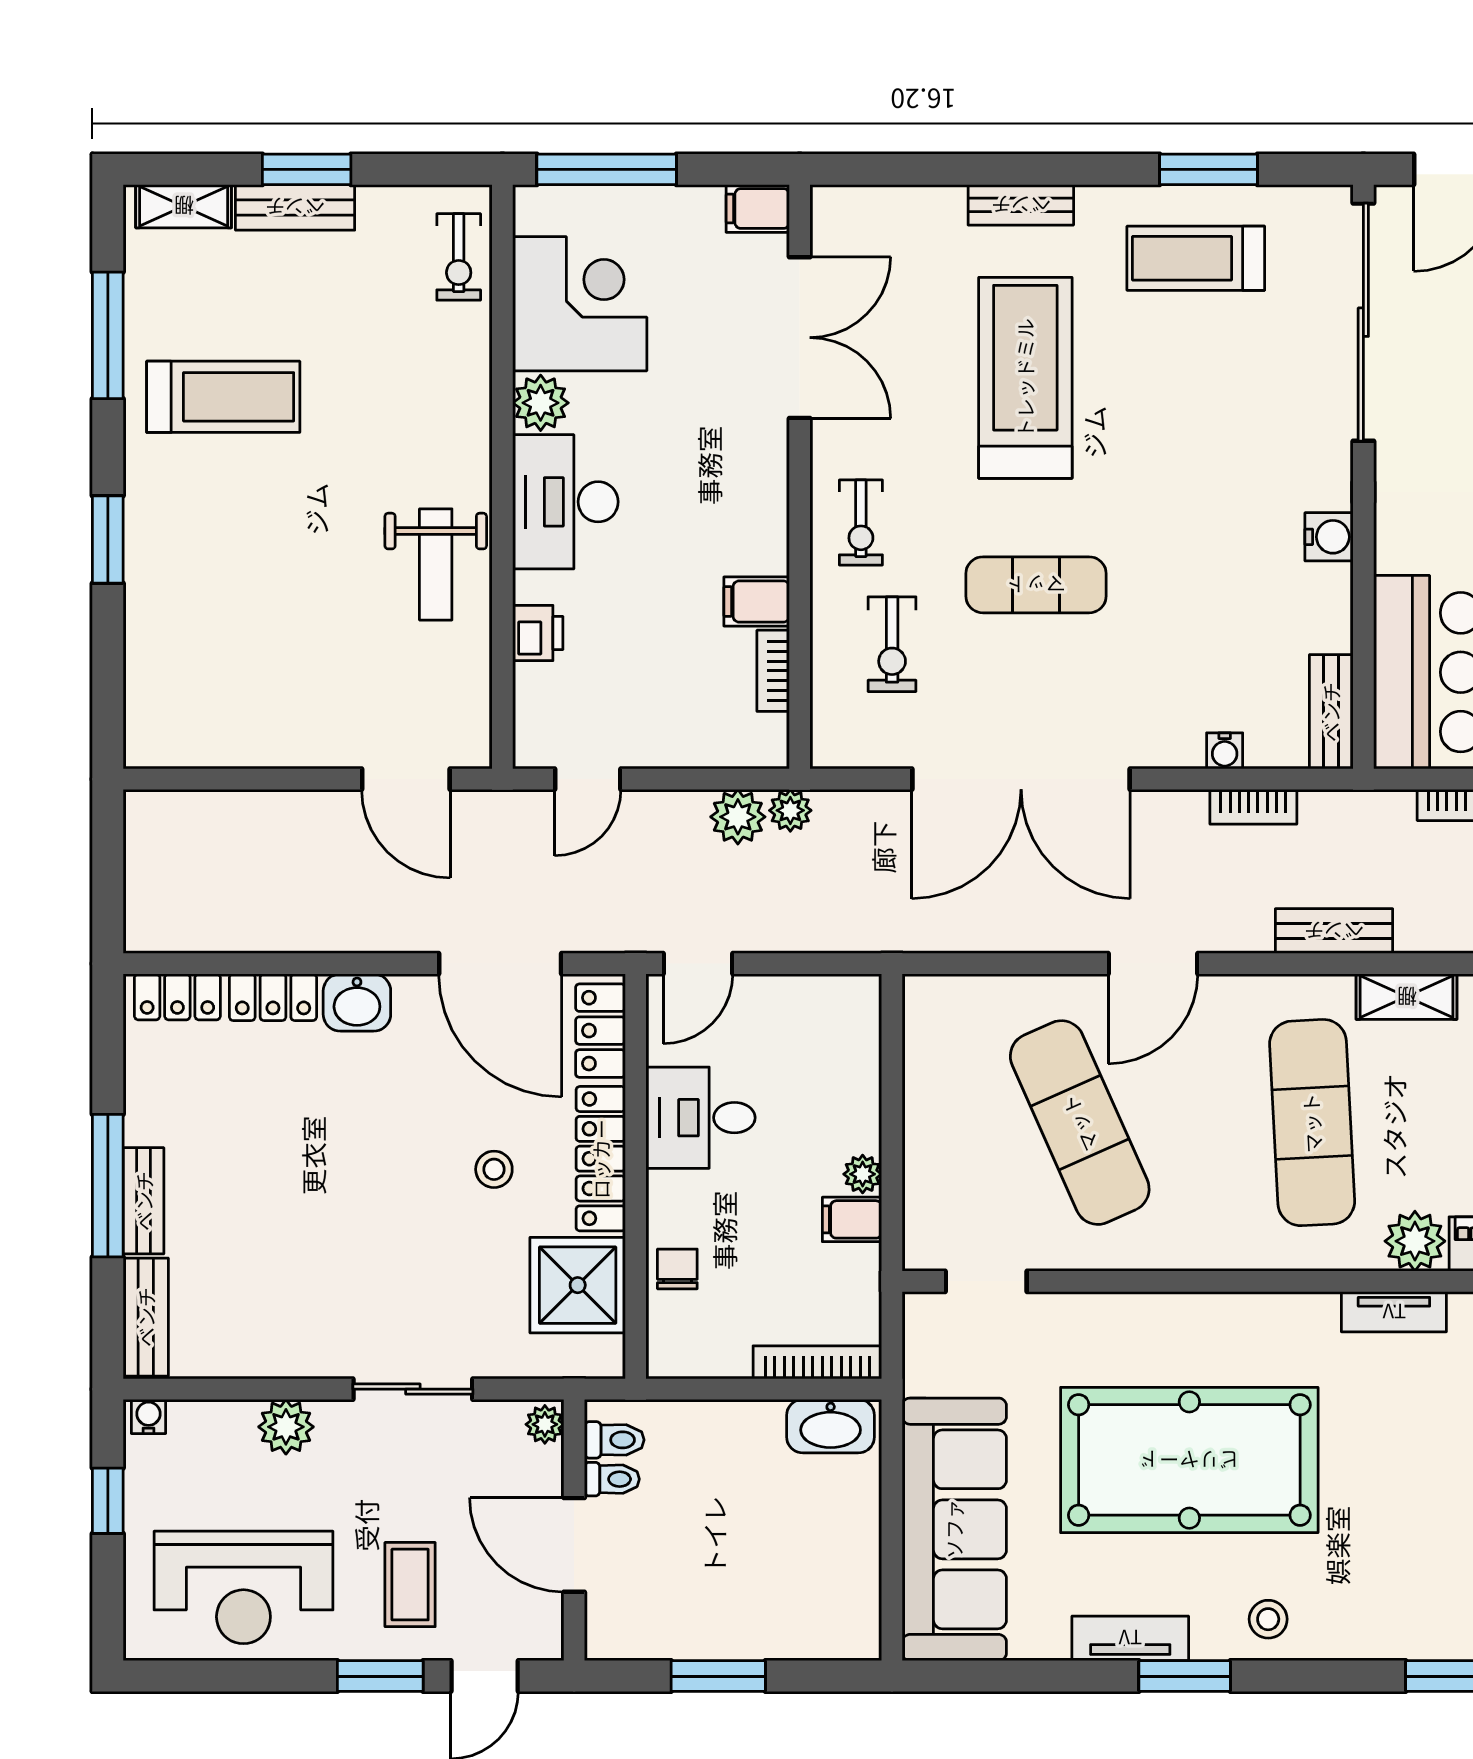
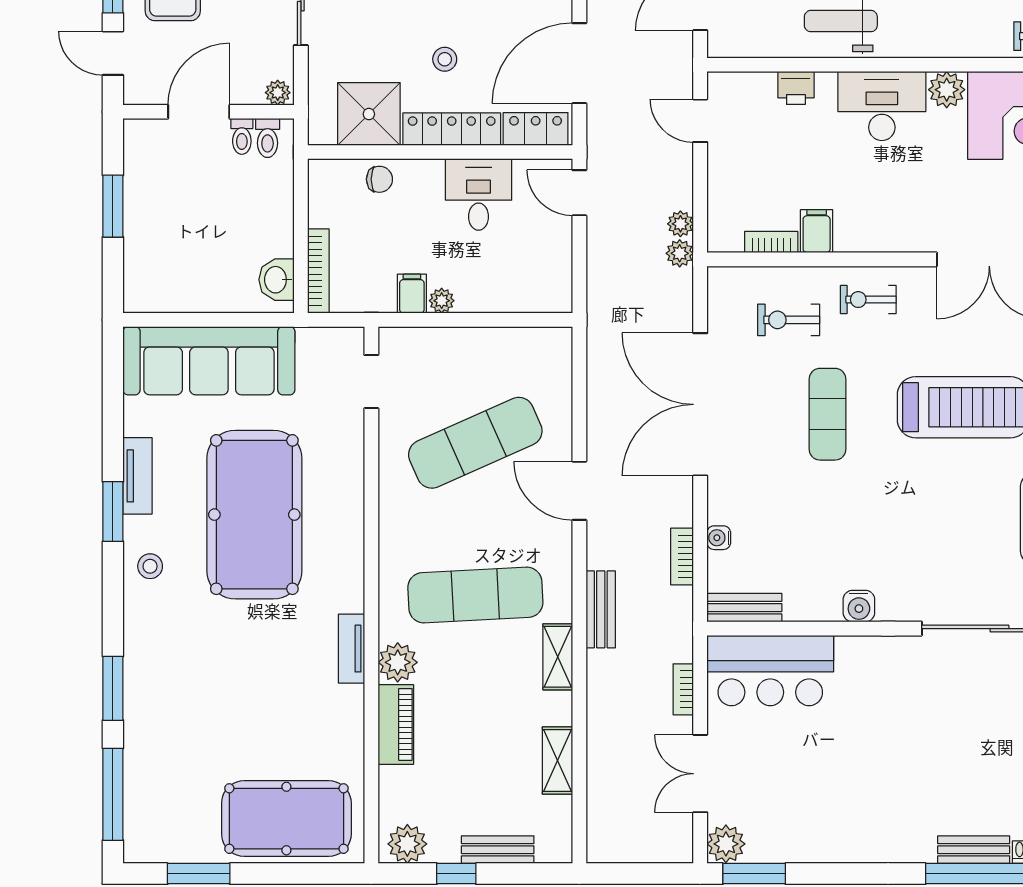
plant: (738, 817) -> (680, 224), width x0.73, depth x0.73
washbasin: (831, 1426) -> (277, 280), width x0.72

